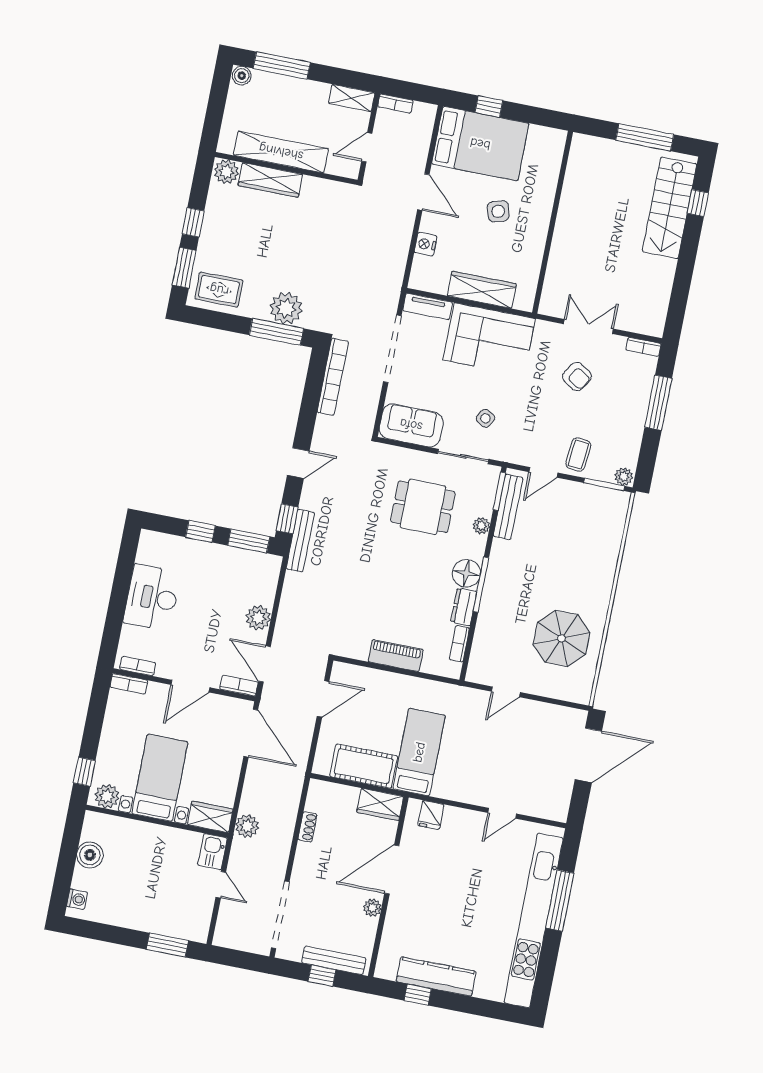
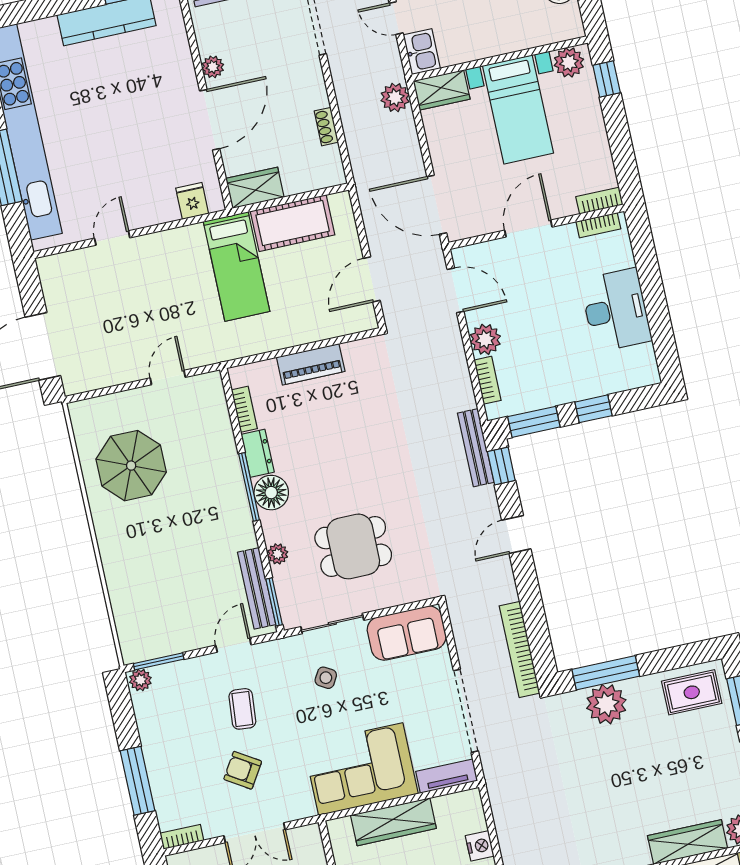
coffee table: (578, 455) -> (242, 709), moved
bookcase: (239, 686) -> (488, 380), moved, turned -90

